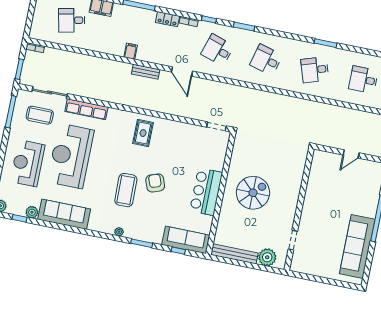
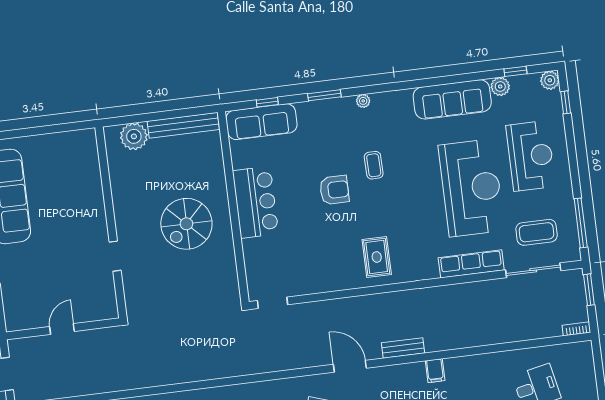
armchair: (155, 183) -> (334, 190), turned -70
coffee table: (126, 190) -> (374, 165), width x0.54, depth x0.58
doorway: (293, 240) -> (115, 256), moved

